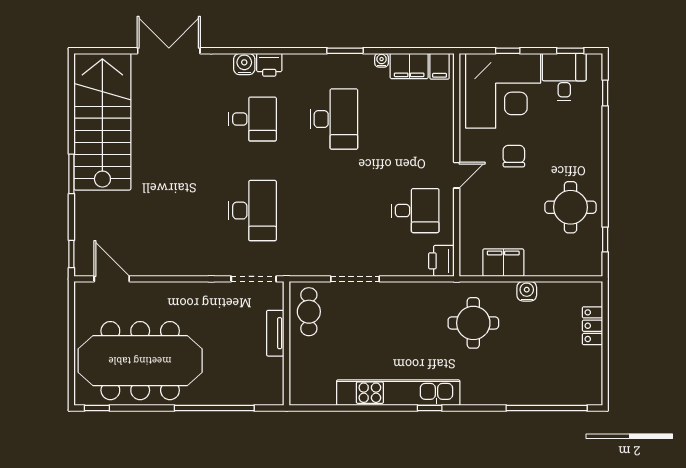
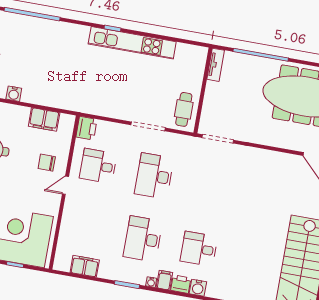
water cooler: (382, 60) -> (151, 282), moved
filing cabinet: (440, 66) -> (164, 280), moved
chair: (514, 156) -> (47, 163), moved, turned 90
desk: (253, 211) -> (154, 176), moved
water cooler: (527, 291) -> (14, 94), moved
round table: (473, 323) -> (72, 82), removed
tv unit: (275, 333) -> (216, 65), moved

